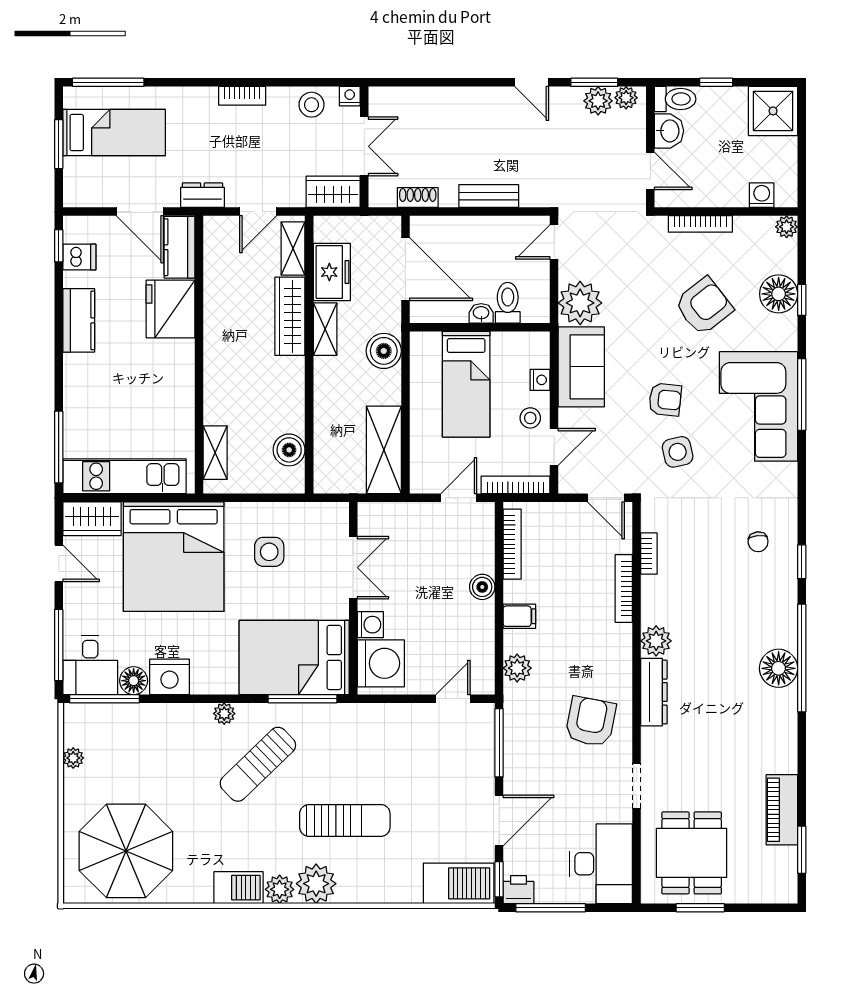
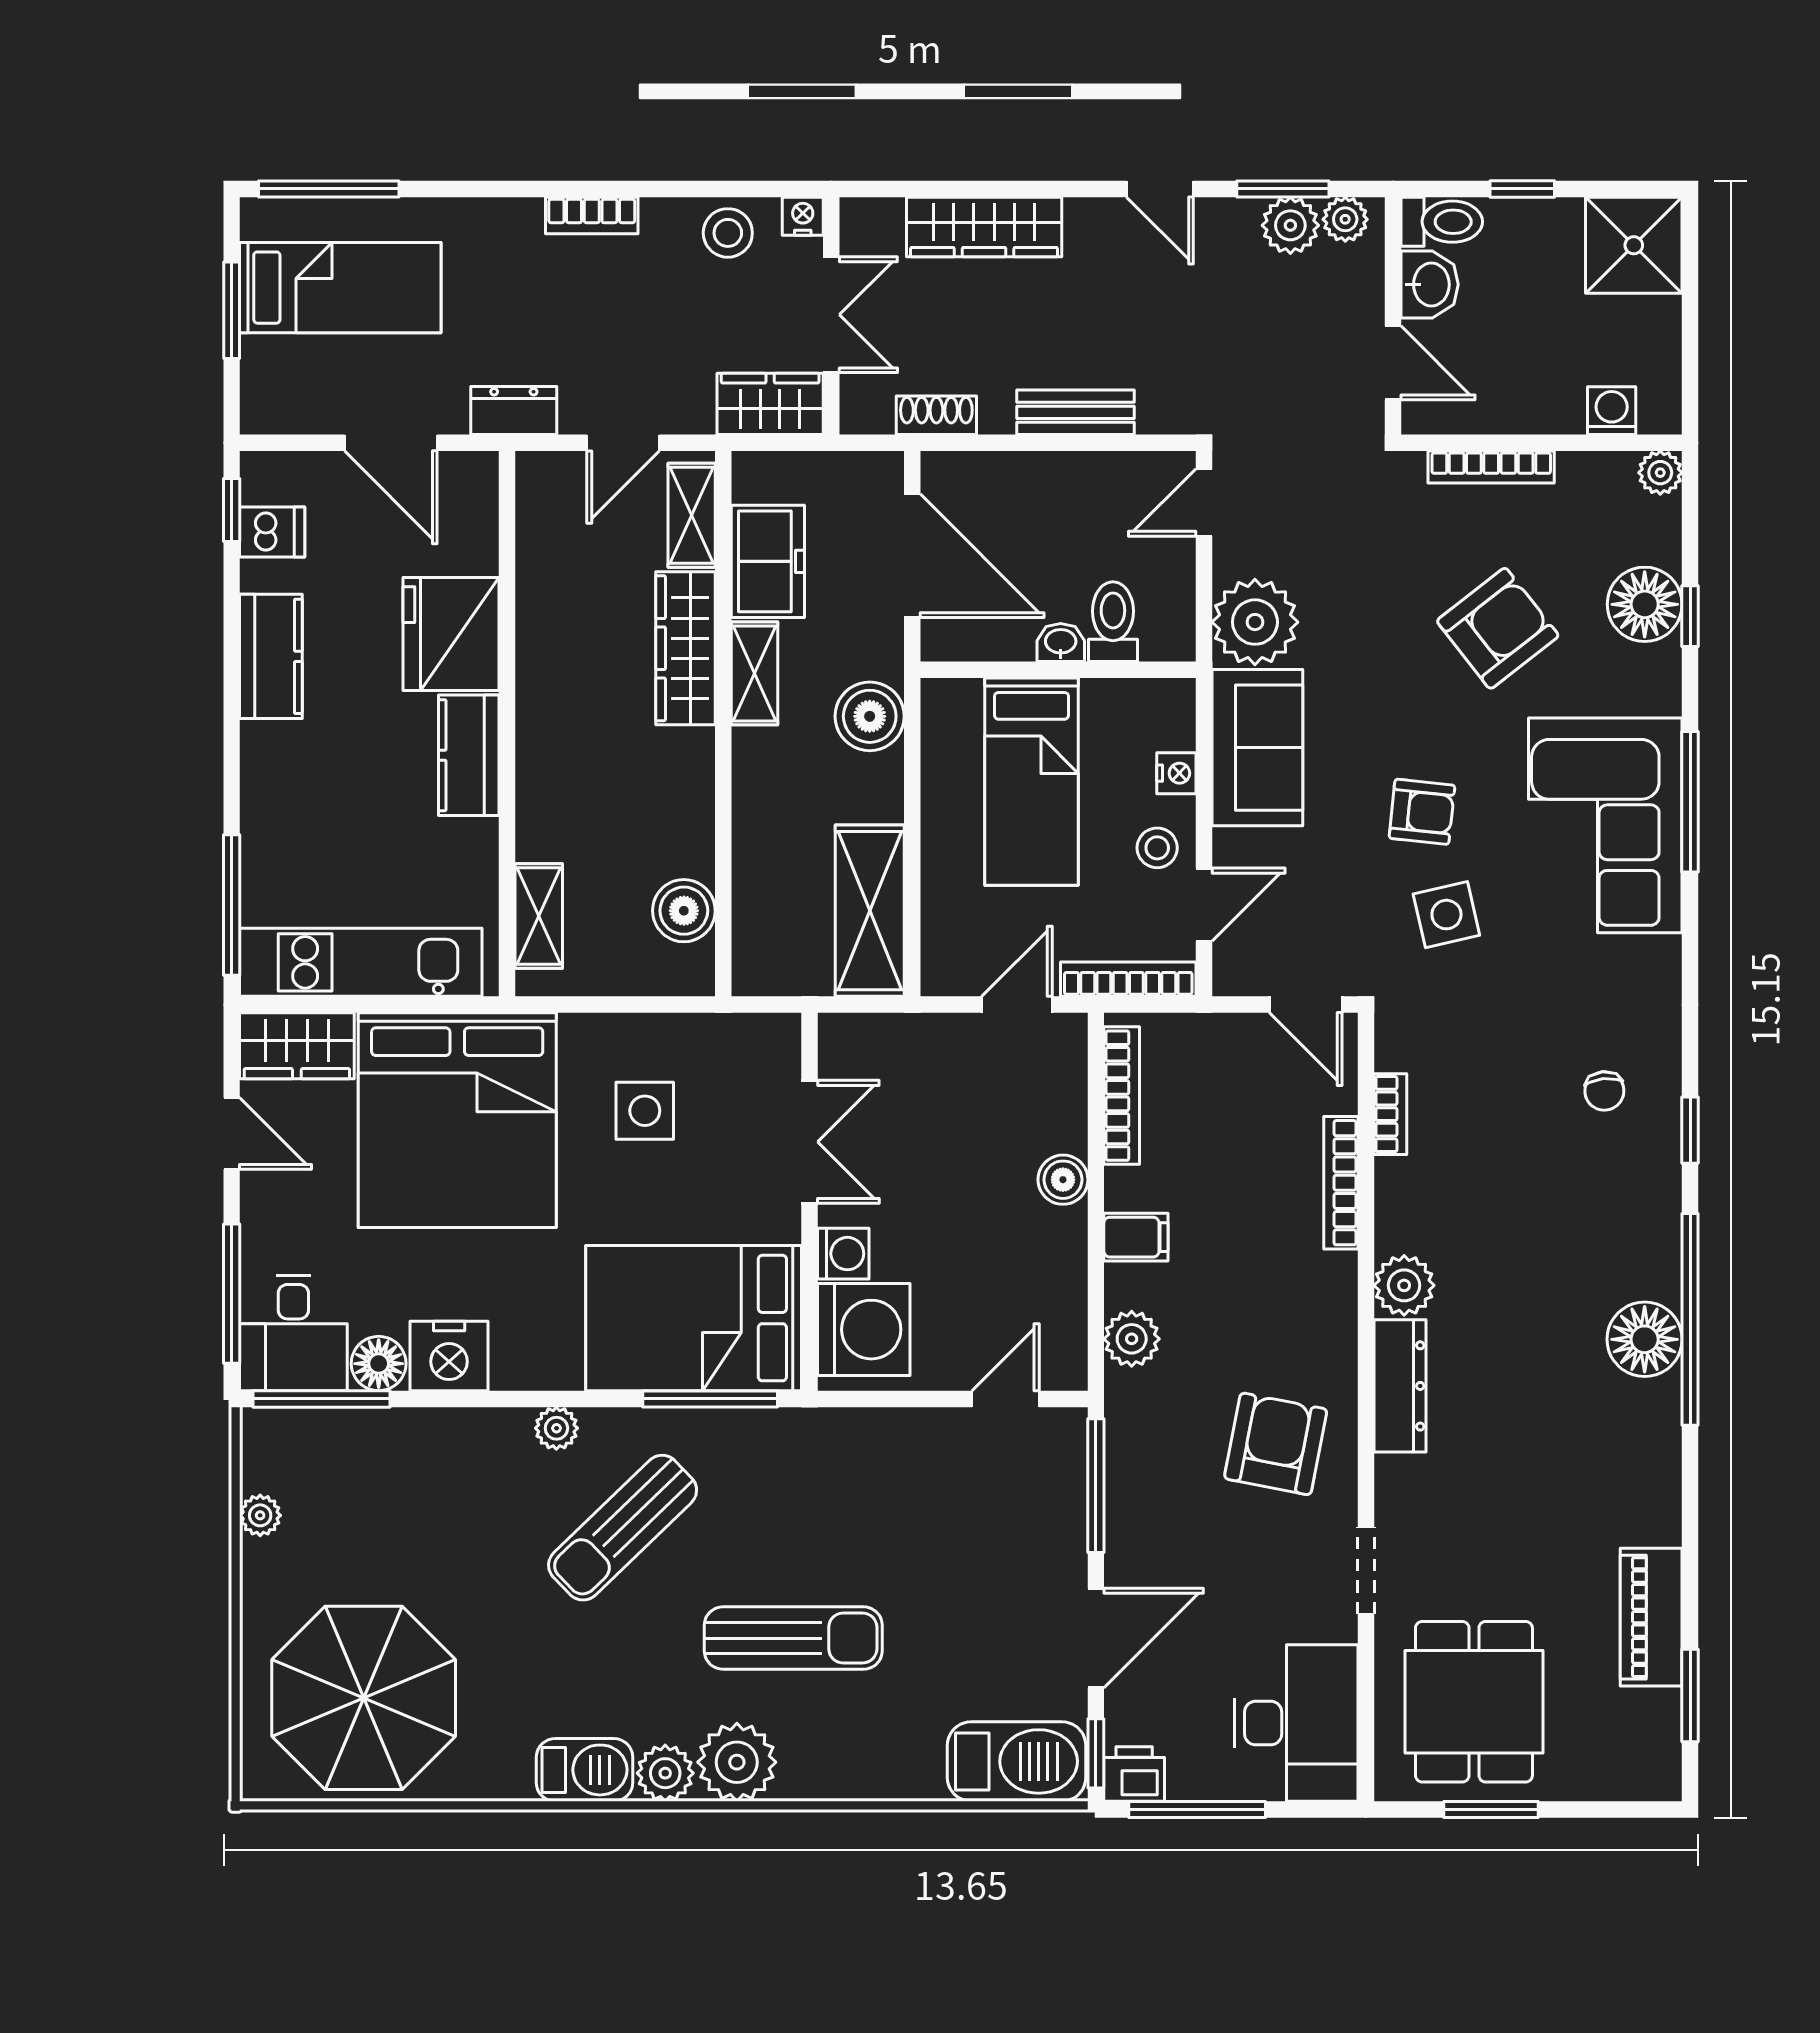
wardrobe: (442, 102) -> (984, 227), added
kitchen counter: (180, 247) -> (469, 755), moved

